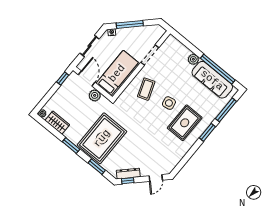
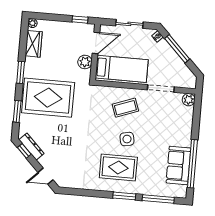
plant: (193, 59) -> (189, 100), moved
sofa: (212, 80) -> (178, 166), width x0.73

